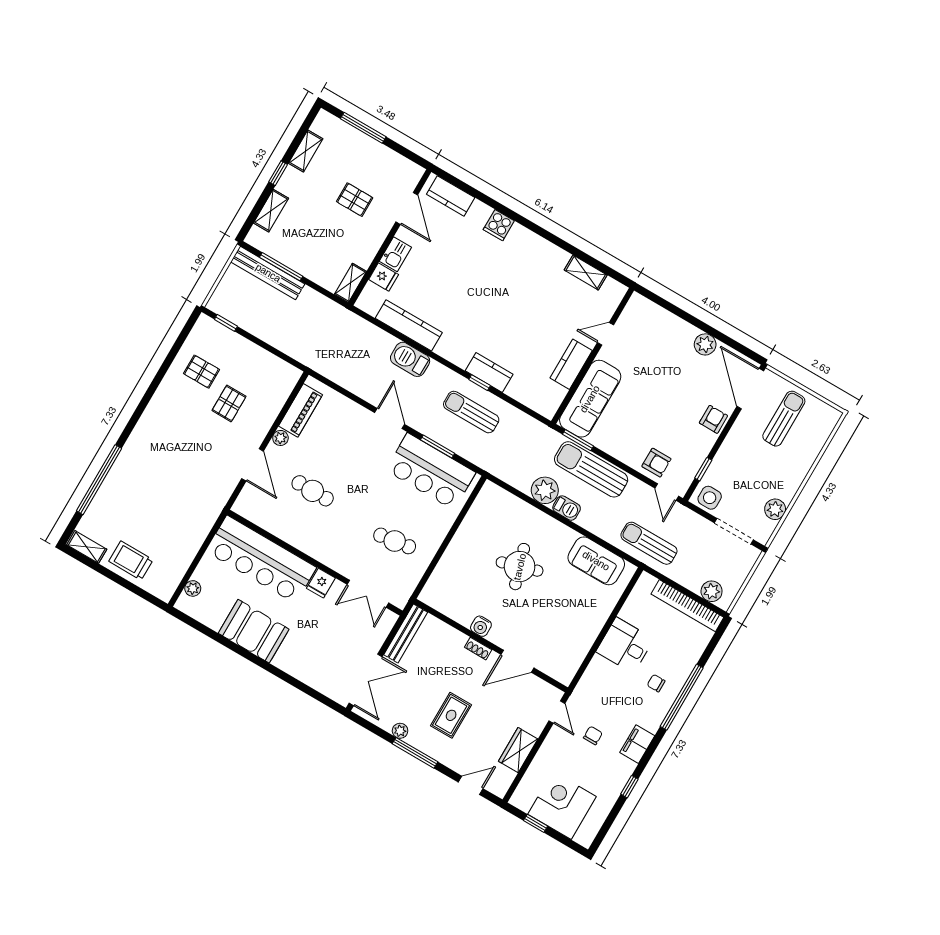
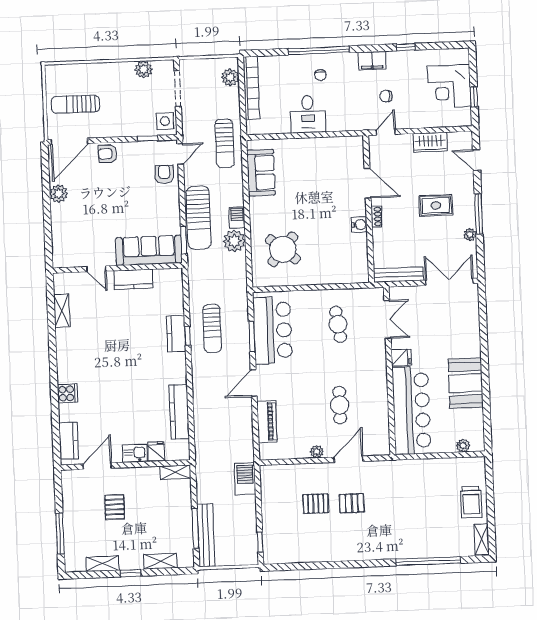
barbecue: (410, 359) -> (245, 479), moved, turned 180
pallet: (202, 372) -> (352, 503), moved, turned 90
piano: (301, 410) -> (267, 421), moved, turned 90
round table: (520, 567) -> (283, 249), moved, turned -33

